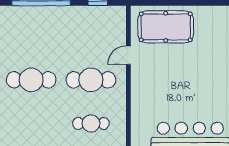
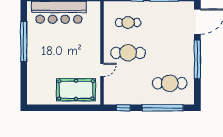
cafe table: (31, 80) -> (170, 83), moved

